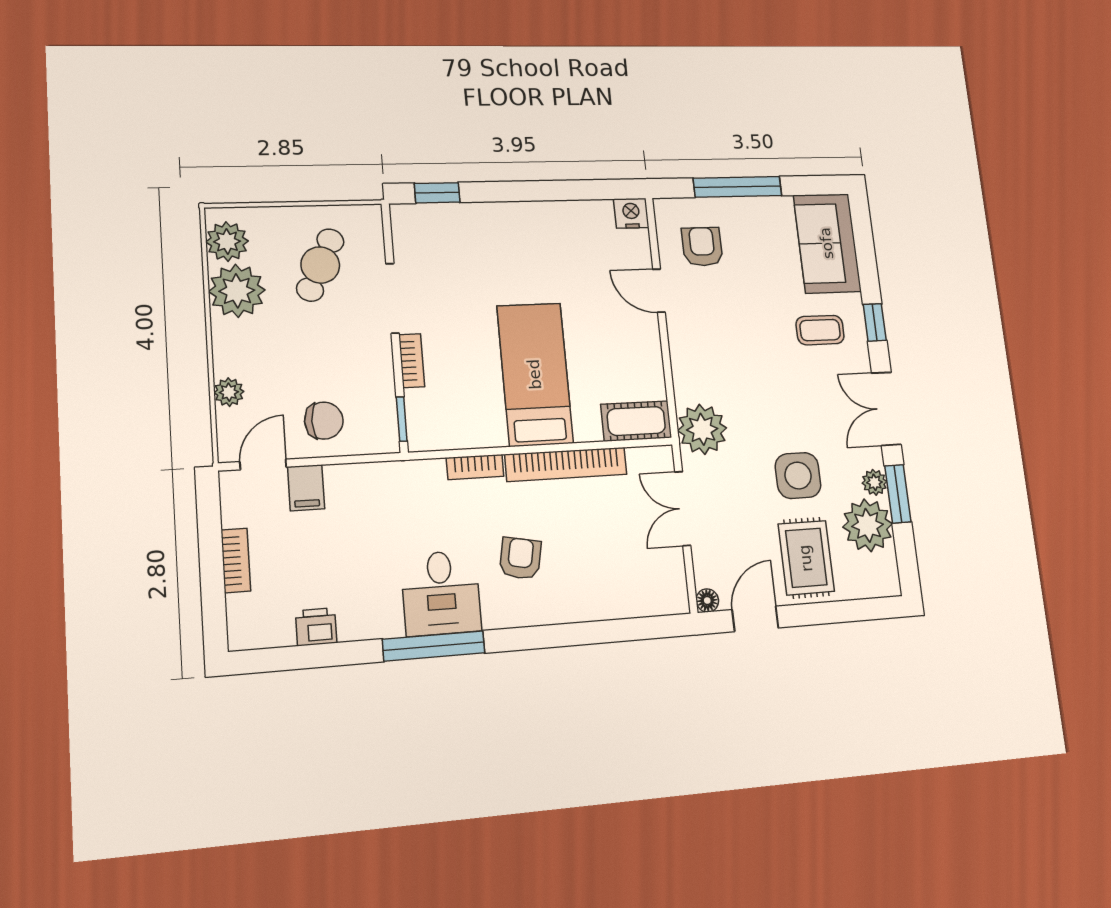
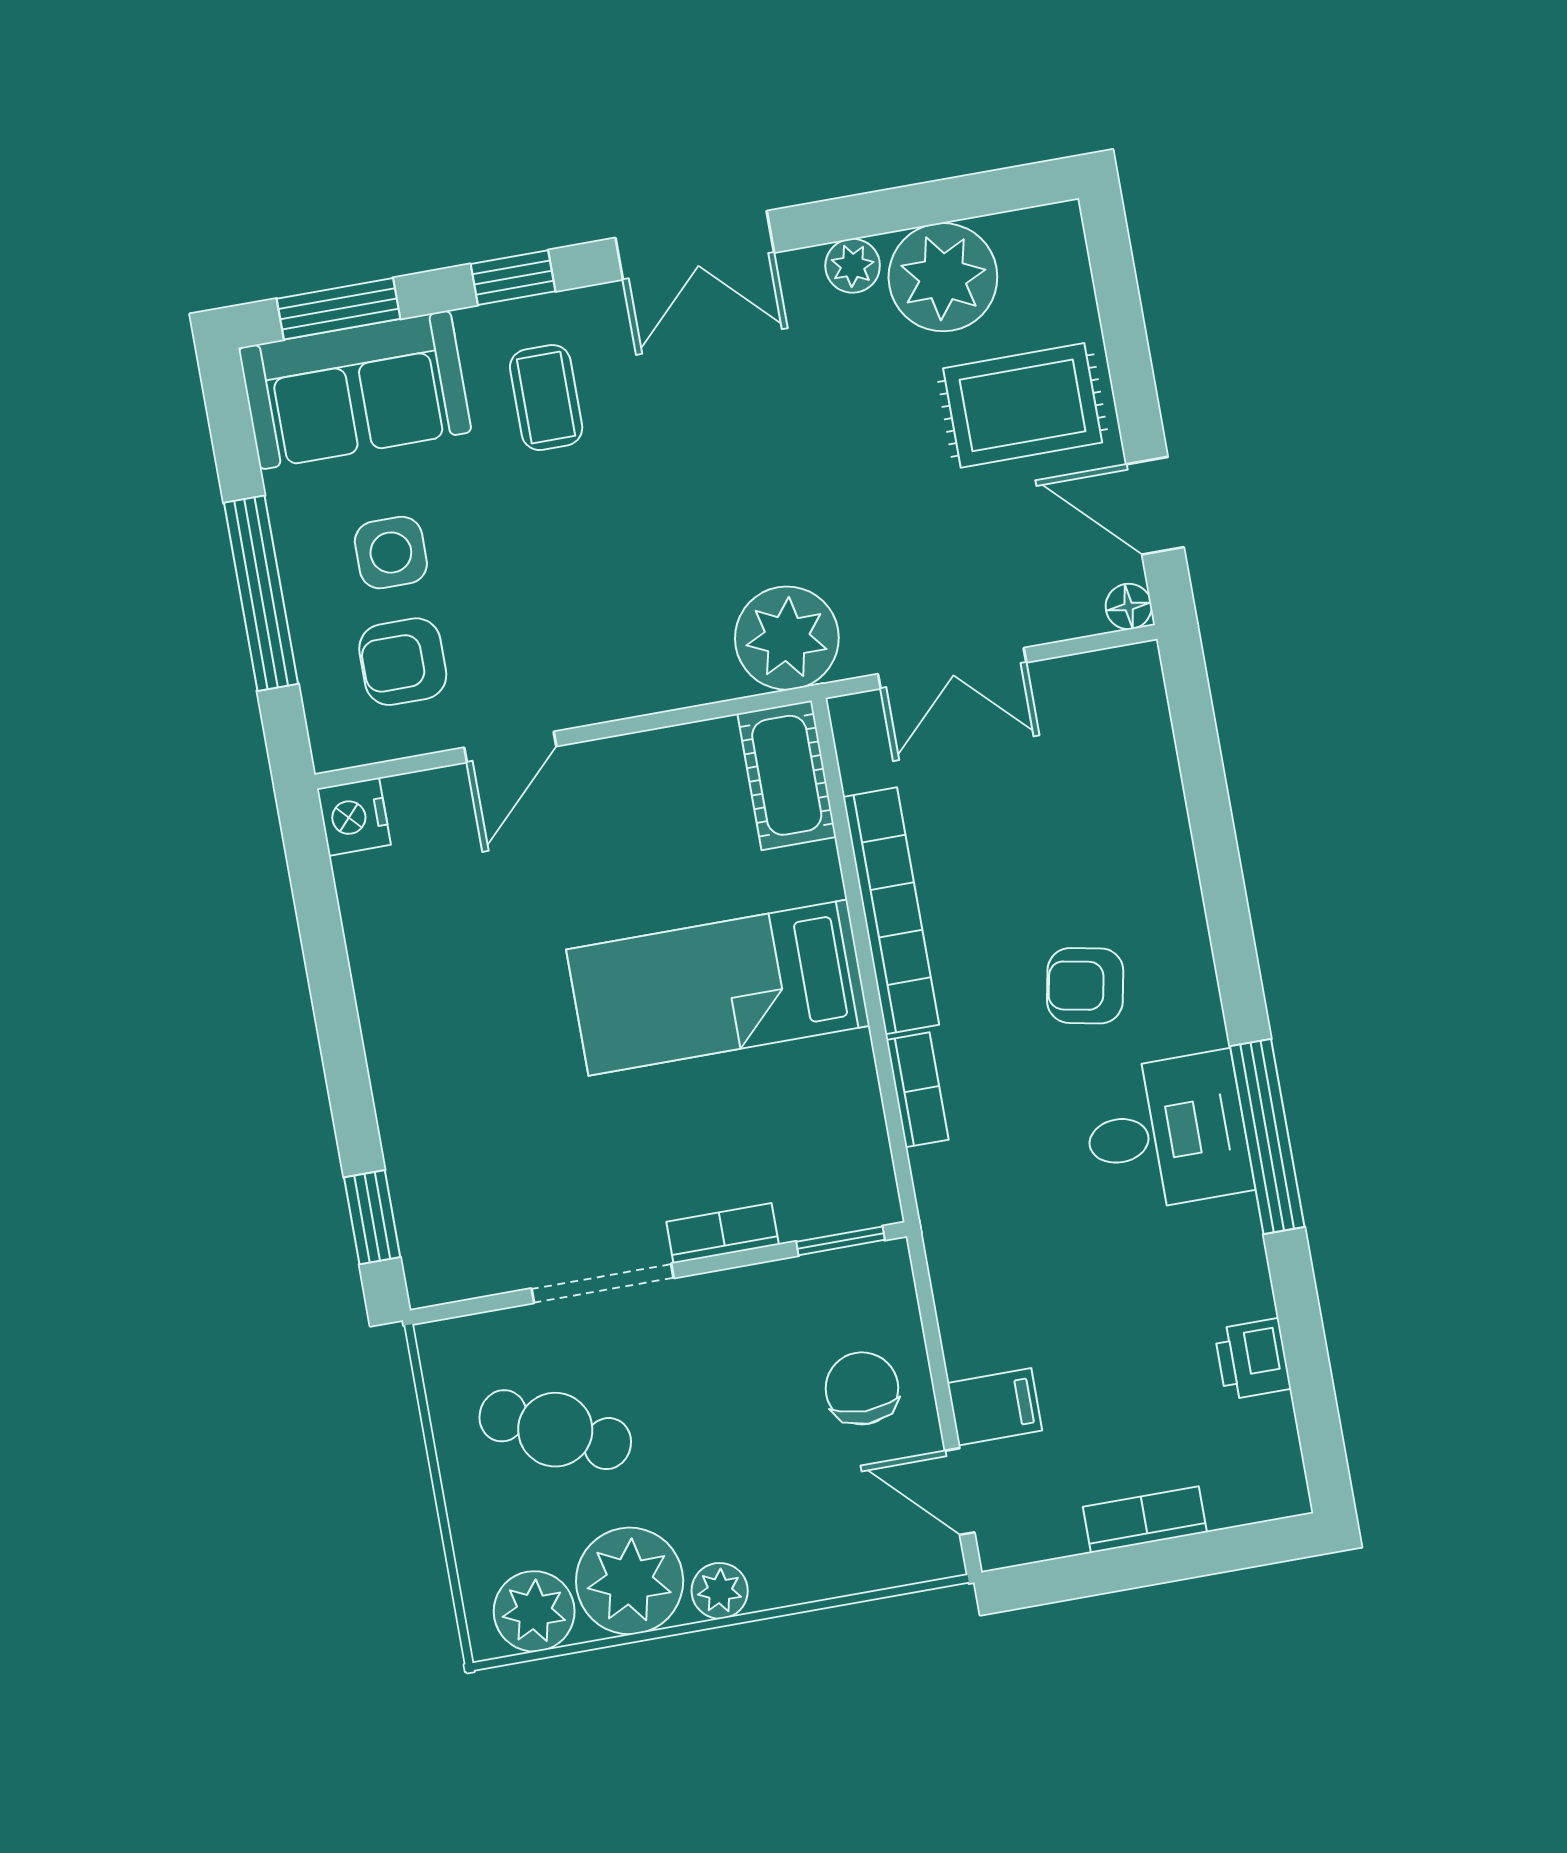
plant: (229, 392) -> (720, 1591), moved
side table: (798, 476) -> (391, 553), moved, width x0.73, depth x0.73
window: (898, 494) -> (338, 309), moved

